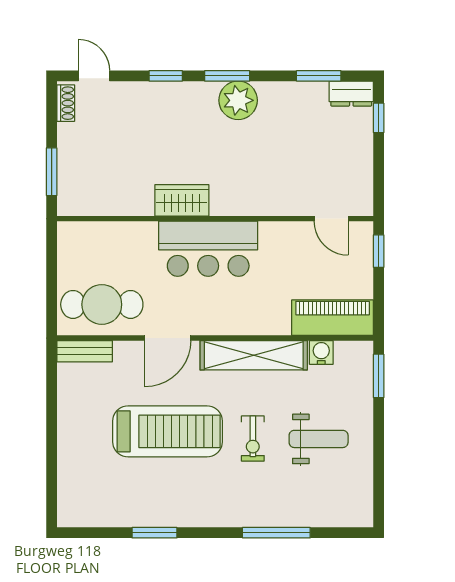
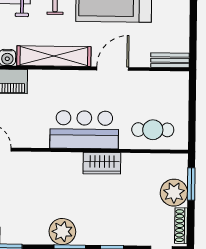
shoe rack: (66, 103) -> (181, 226), width x1.43
plant: (77, 159) -> (174, 193), added
cafe table: (102, 304) -> (153, 130), moved, width x0.73, depth x0.74

